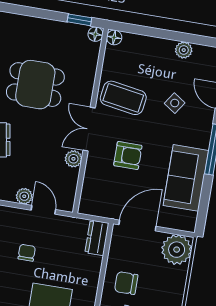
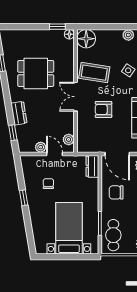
floor lamp: (114, 37) -> (86, 39), width x1.89, depth x1.89
armchair: (128, 155) -> (103, 109), turned 180
plant: (73, 159) -> (69, 139), moved
door: (137, 226) -> (117, 154), swing flipped

